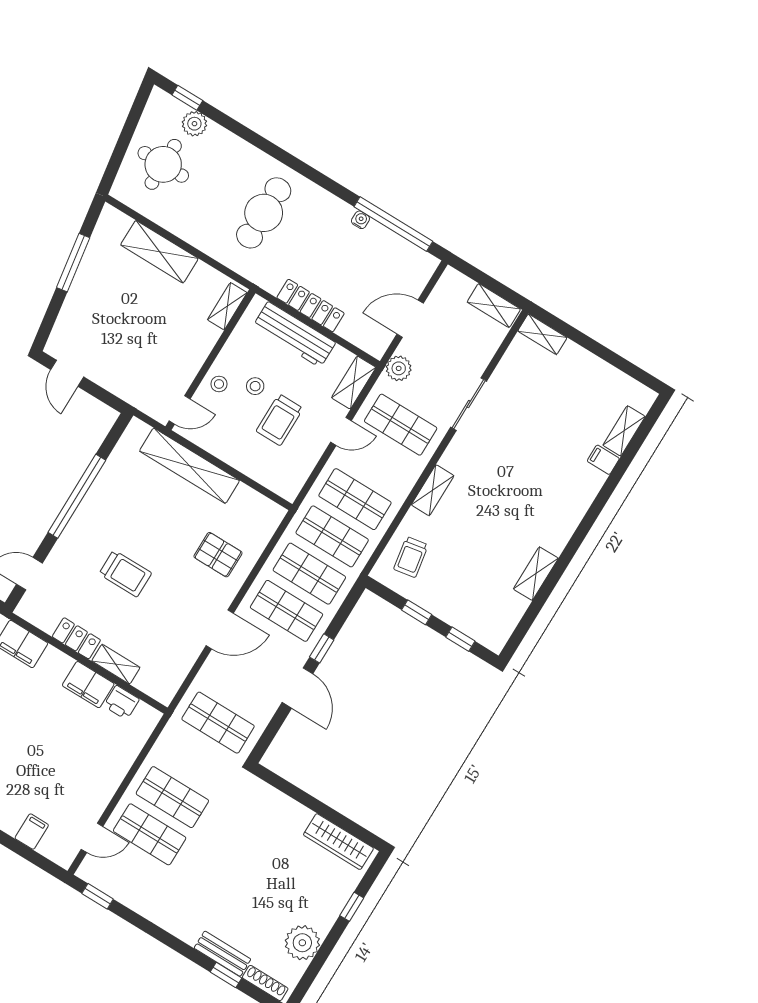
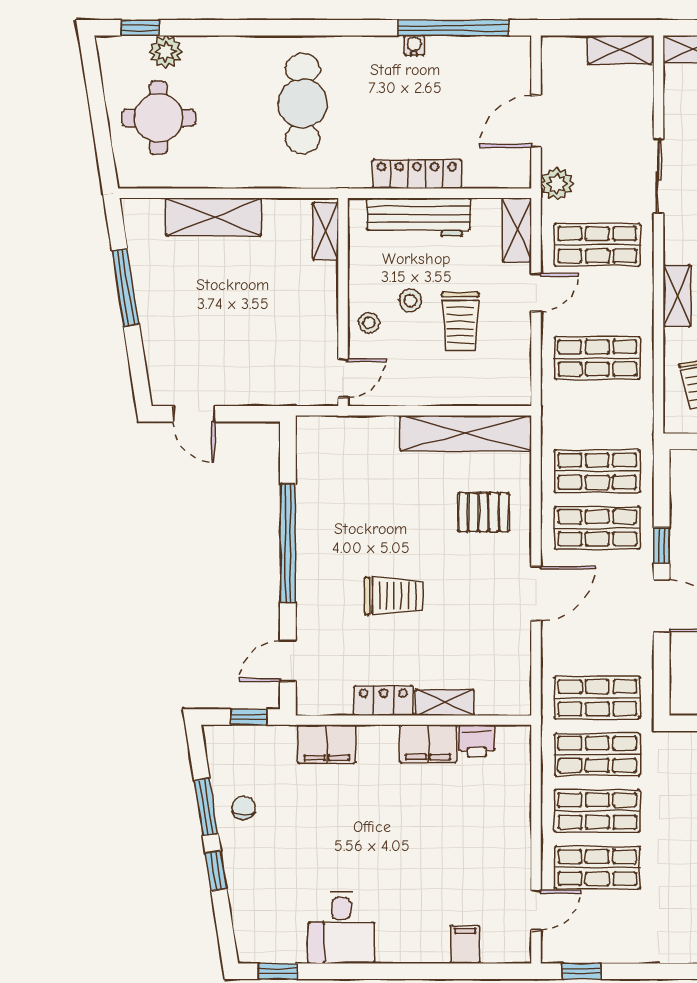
shelving: (189, 466) -> (466, 433), moved
shop shelf: (332, 536) -> (597, 754), moved

